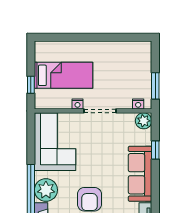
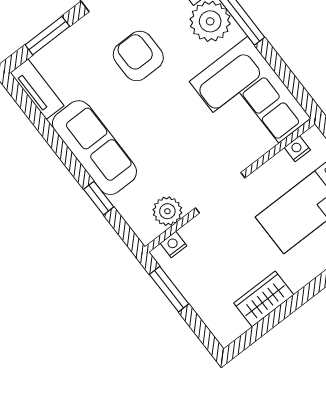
wardrobe: (117, 49) -> (264, 299), added
nightstand: (78, 104) -> (297, 149), moved
plant: (144, 121) -> (167, 211), moved

